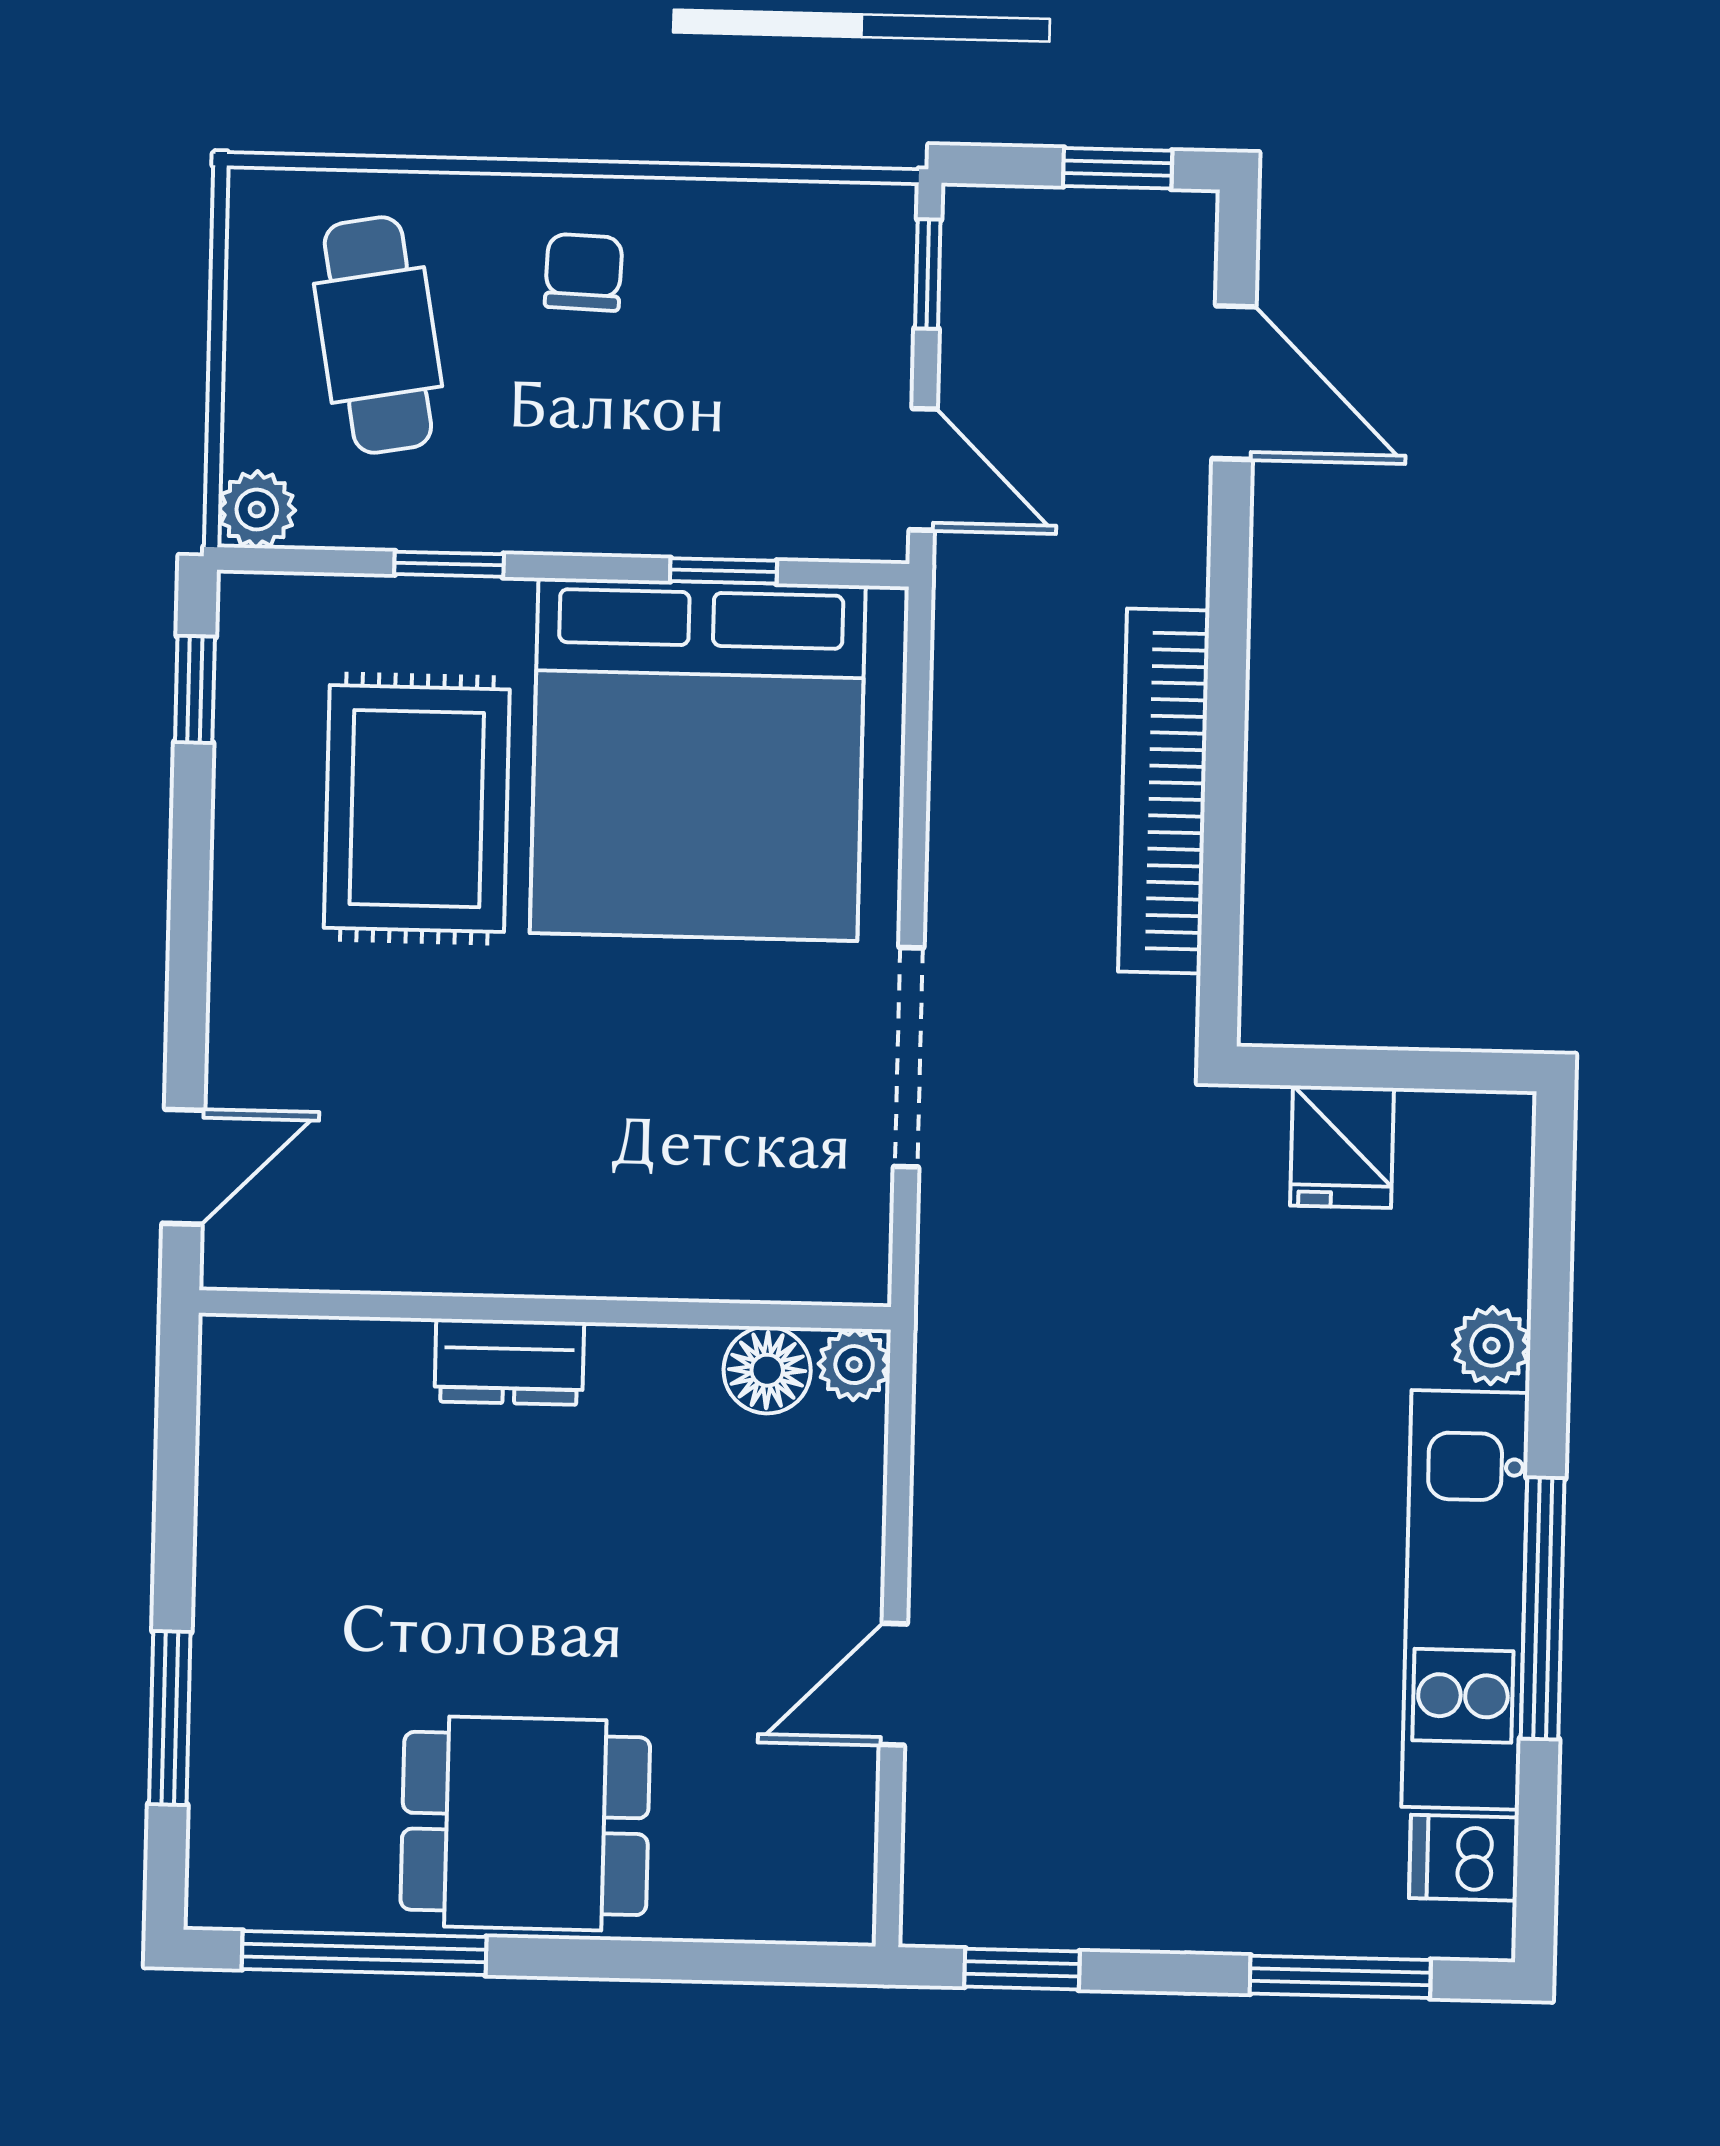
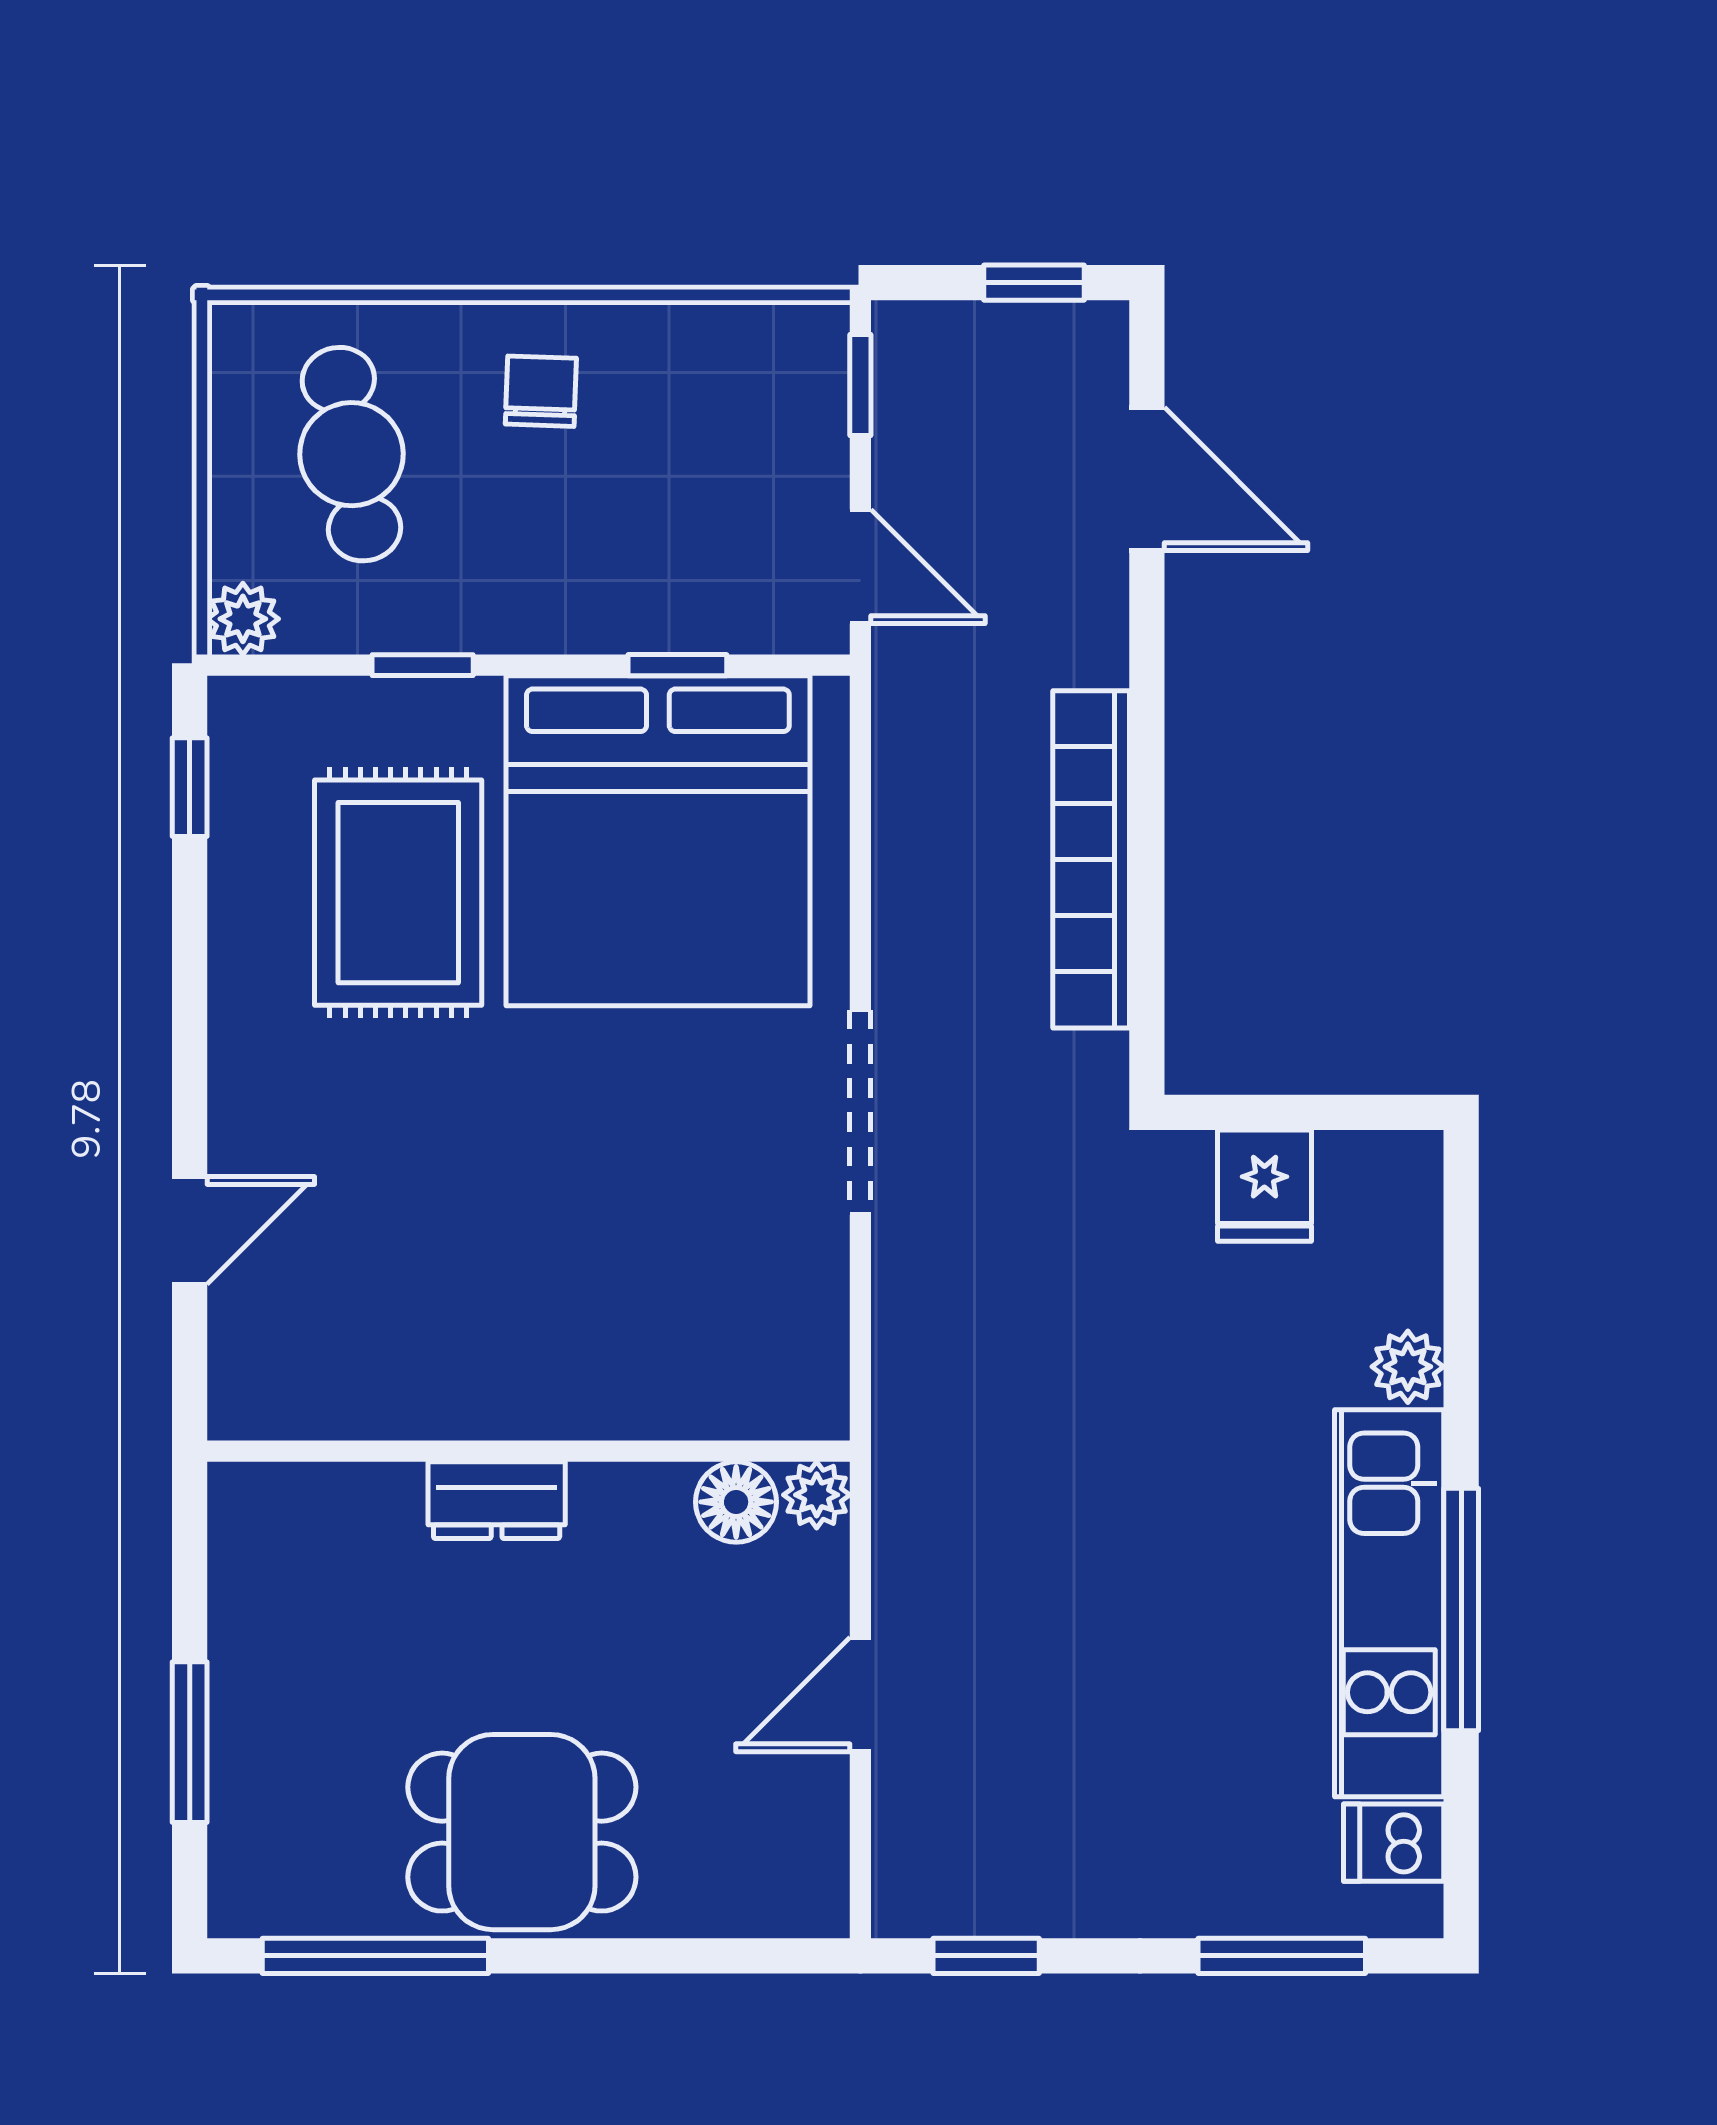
wall: (545, 1310) -> (528, 1451), moved
dresser: (509, 1362) -> (497, 1500), moved
plant: (854, 1365) -> (817, 1495), moved
floor lamp: (767, 1370) -> (736, 1502), moved

